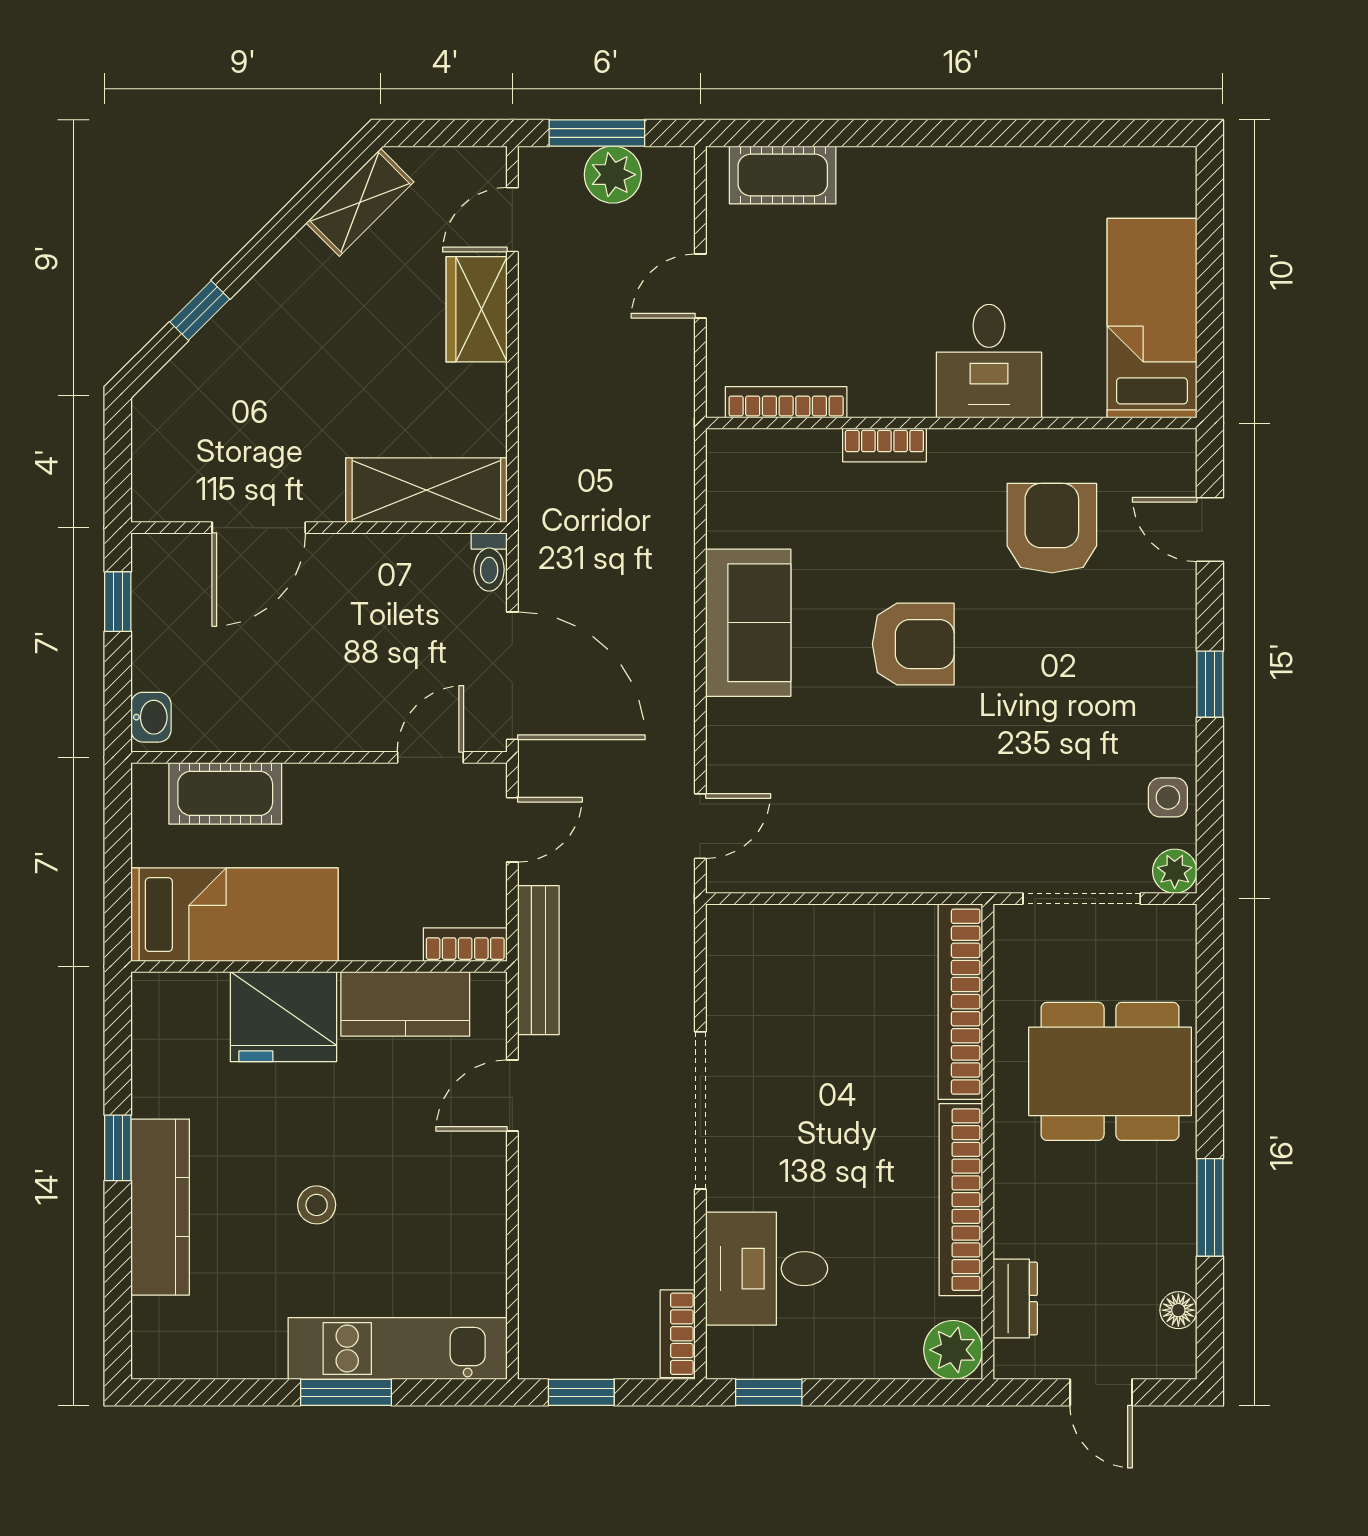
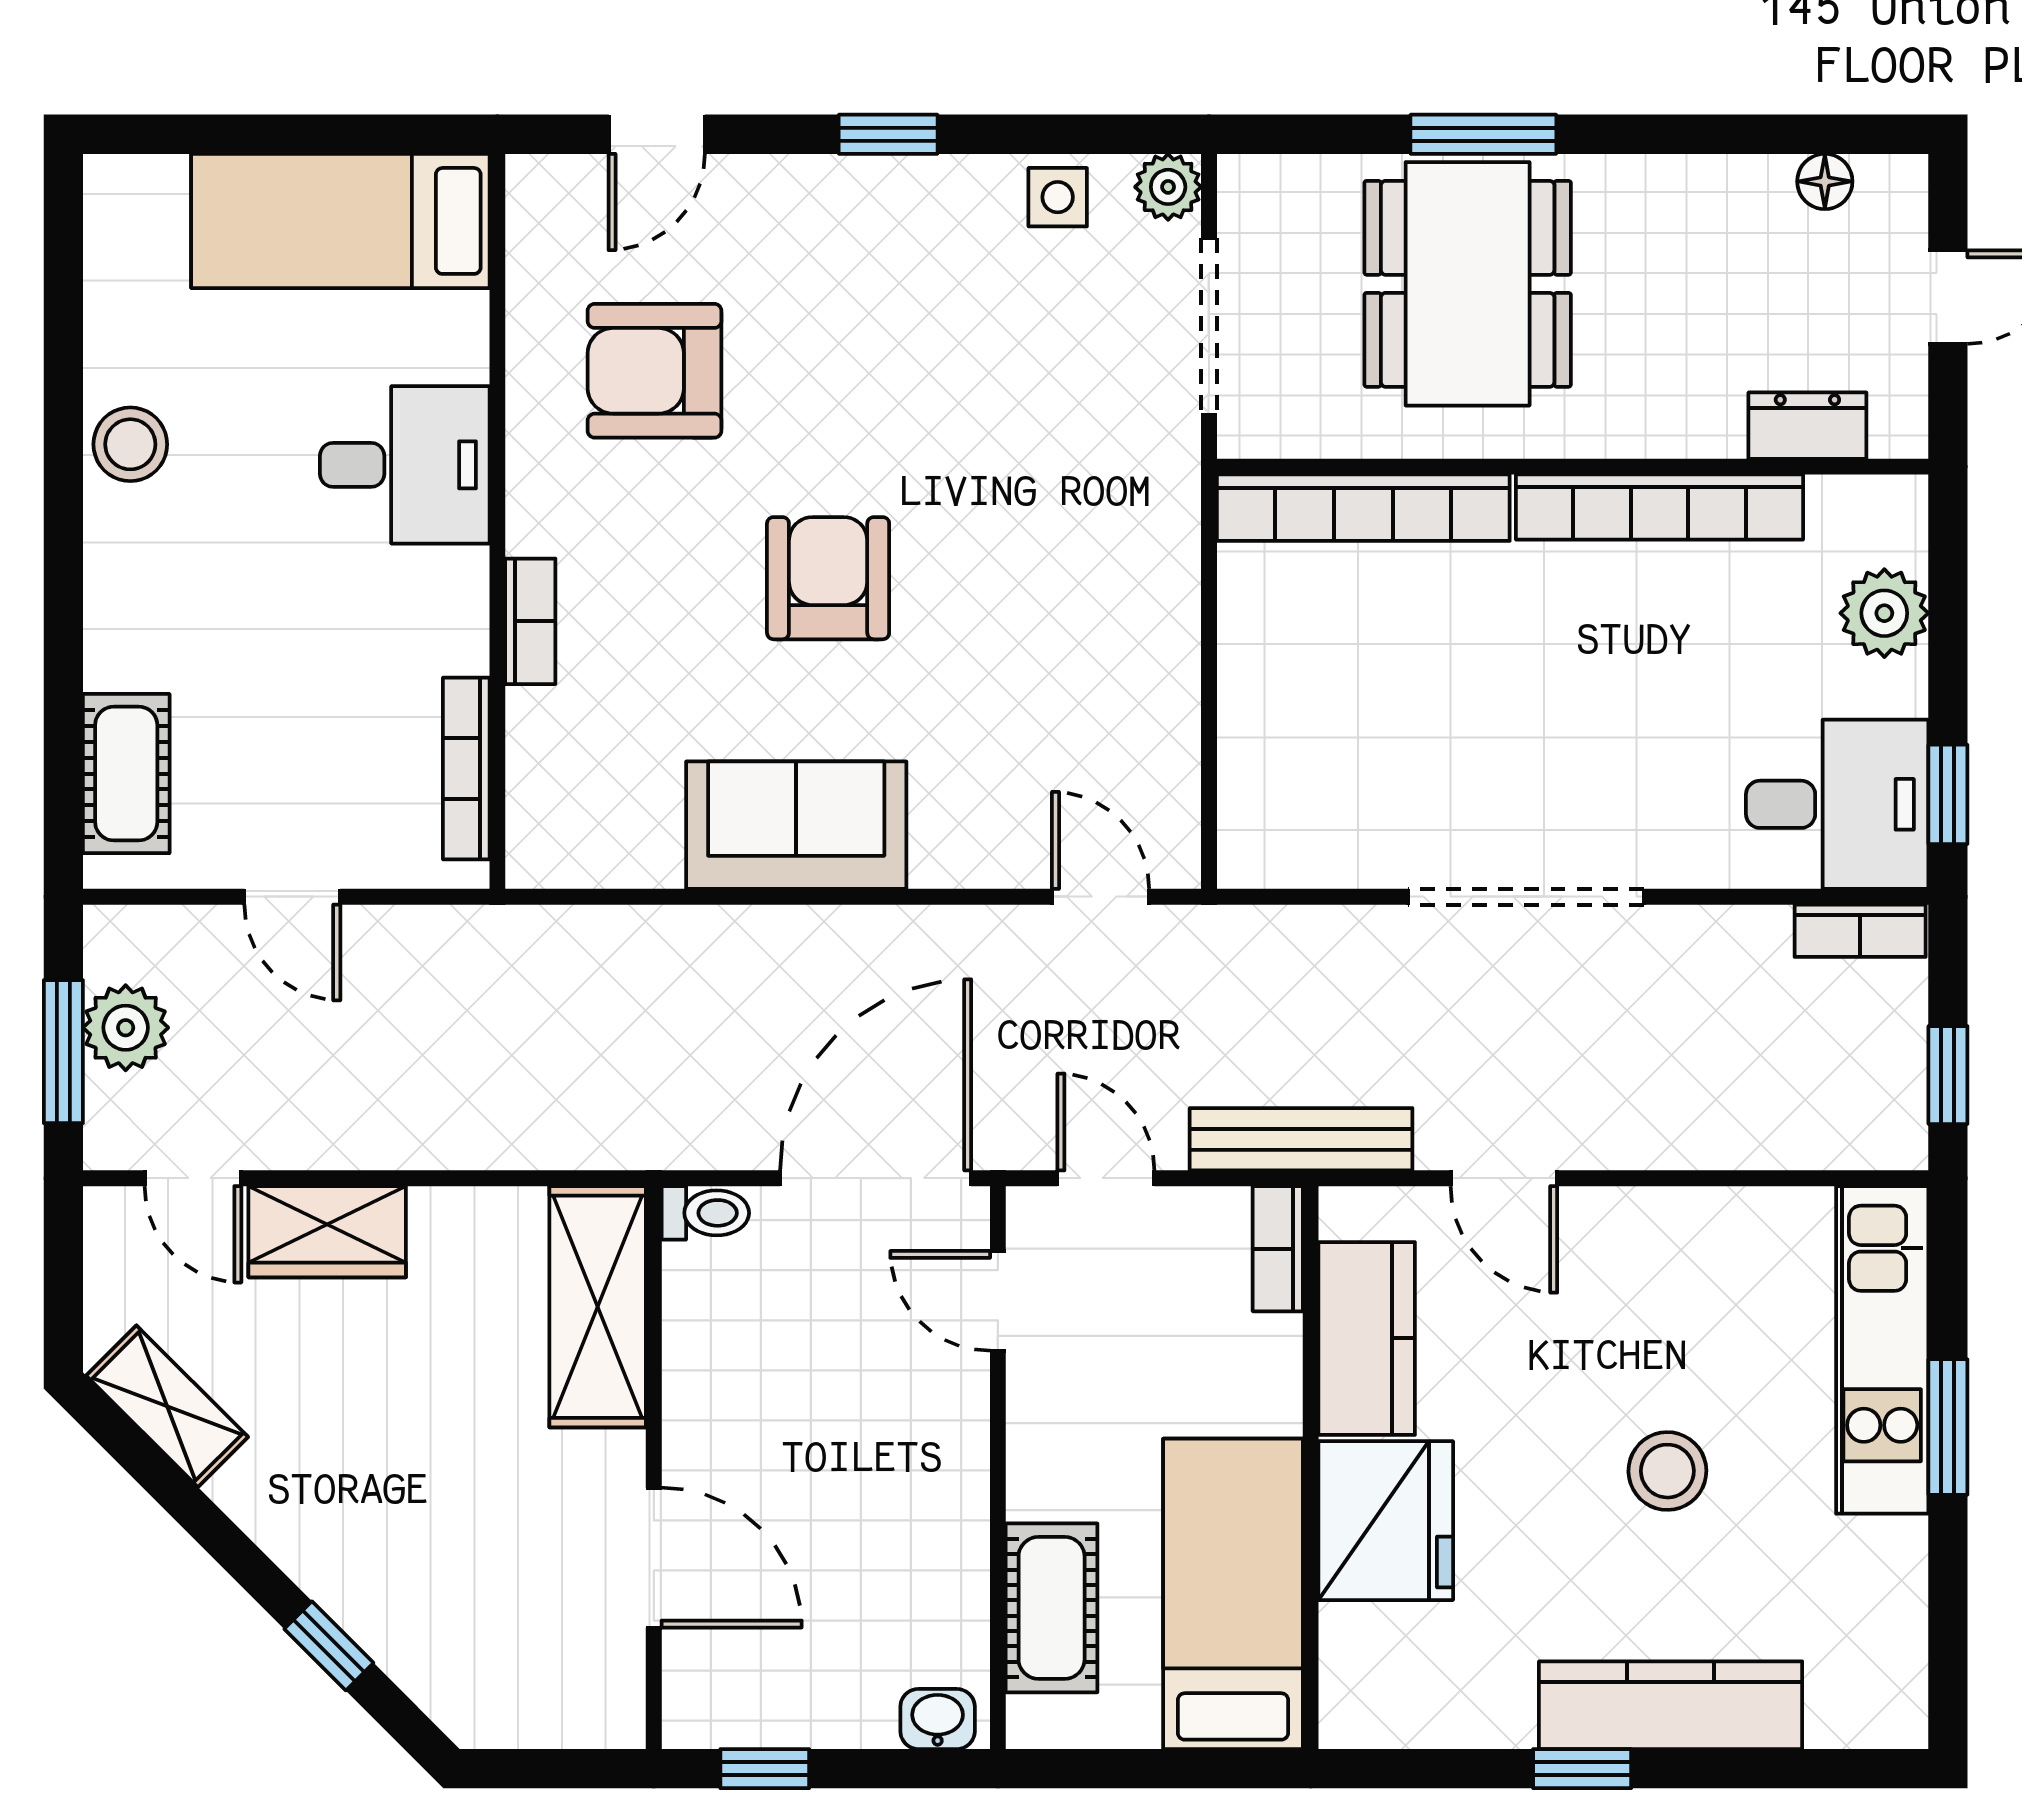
stool: (1003, 178) -> (130, 444), added
stool: (317, 1205) -> (1667, 1471), width x1.37, depth x1.37
window: (1210, 1207) -> (1483, 134), moved
desk: (767, 1269) -> (1837, 804), moved, turned -90
plant: (953, 1350) -> (1884, 613), moved

